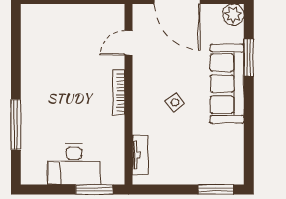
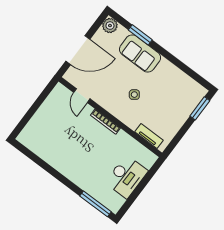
sofa: (227, 84) -> (140, 53), width x0.73
window: (16, 125) -> (96, 204), moved
window: (94, 189) -> (149, 176), removed

